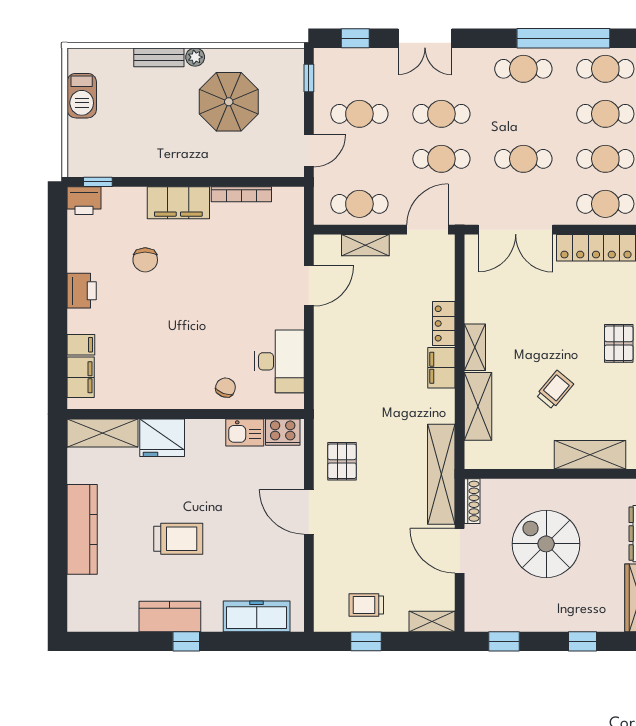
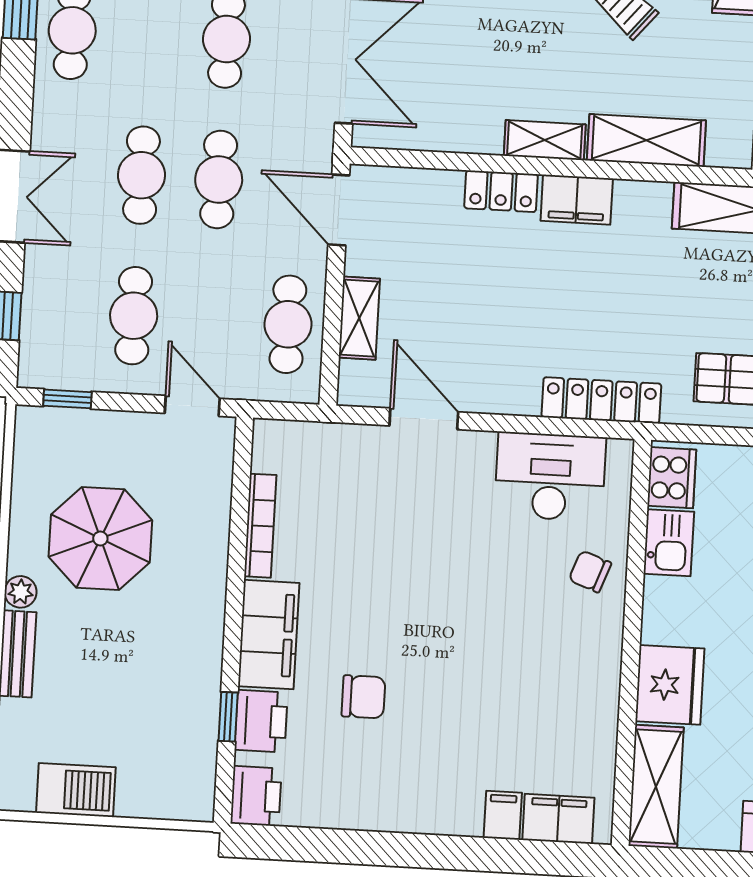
window: (98, 182) -> (228, 717), moved
printer: (82, 291) -> (261, 721), moved, turned 90
locker: (325, 389) -> (601, 400), added

